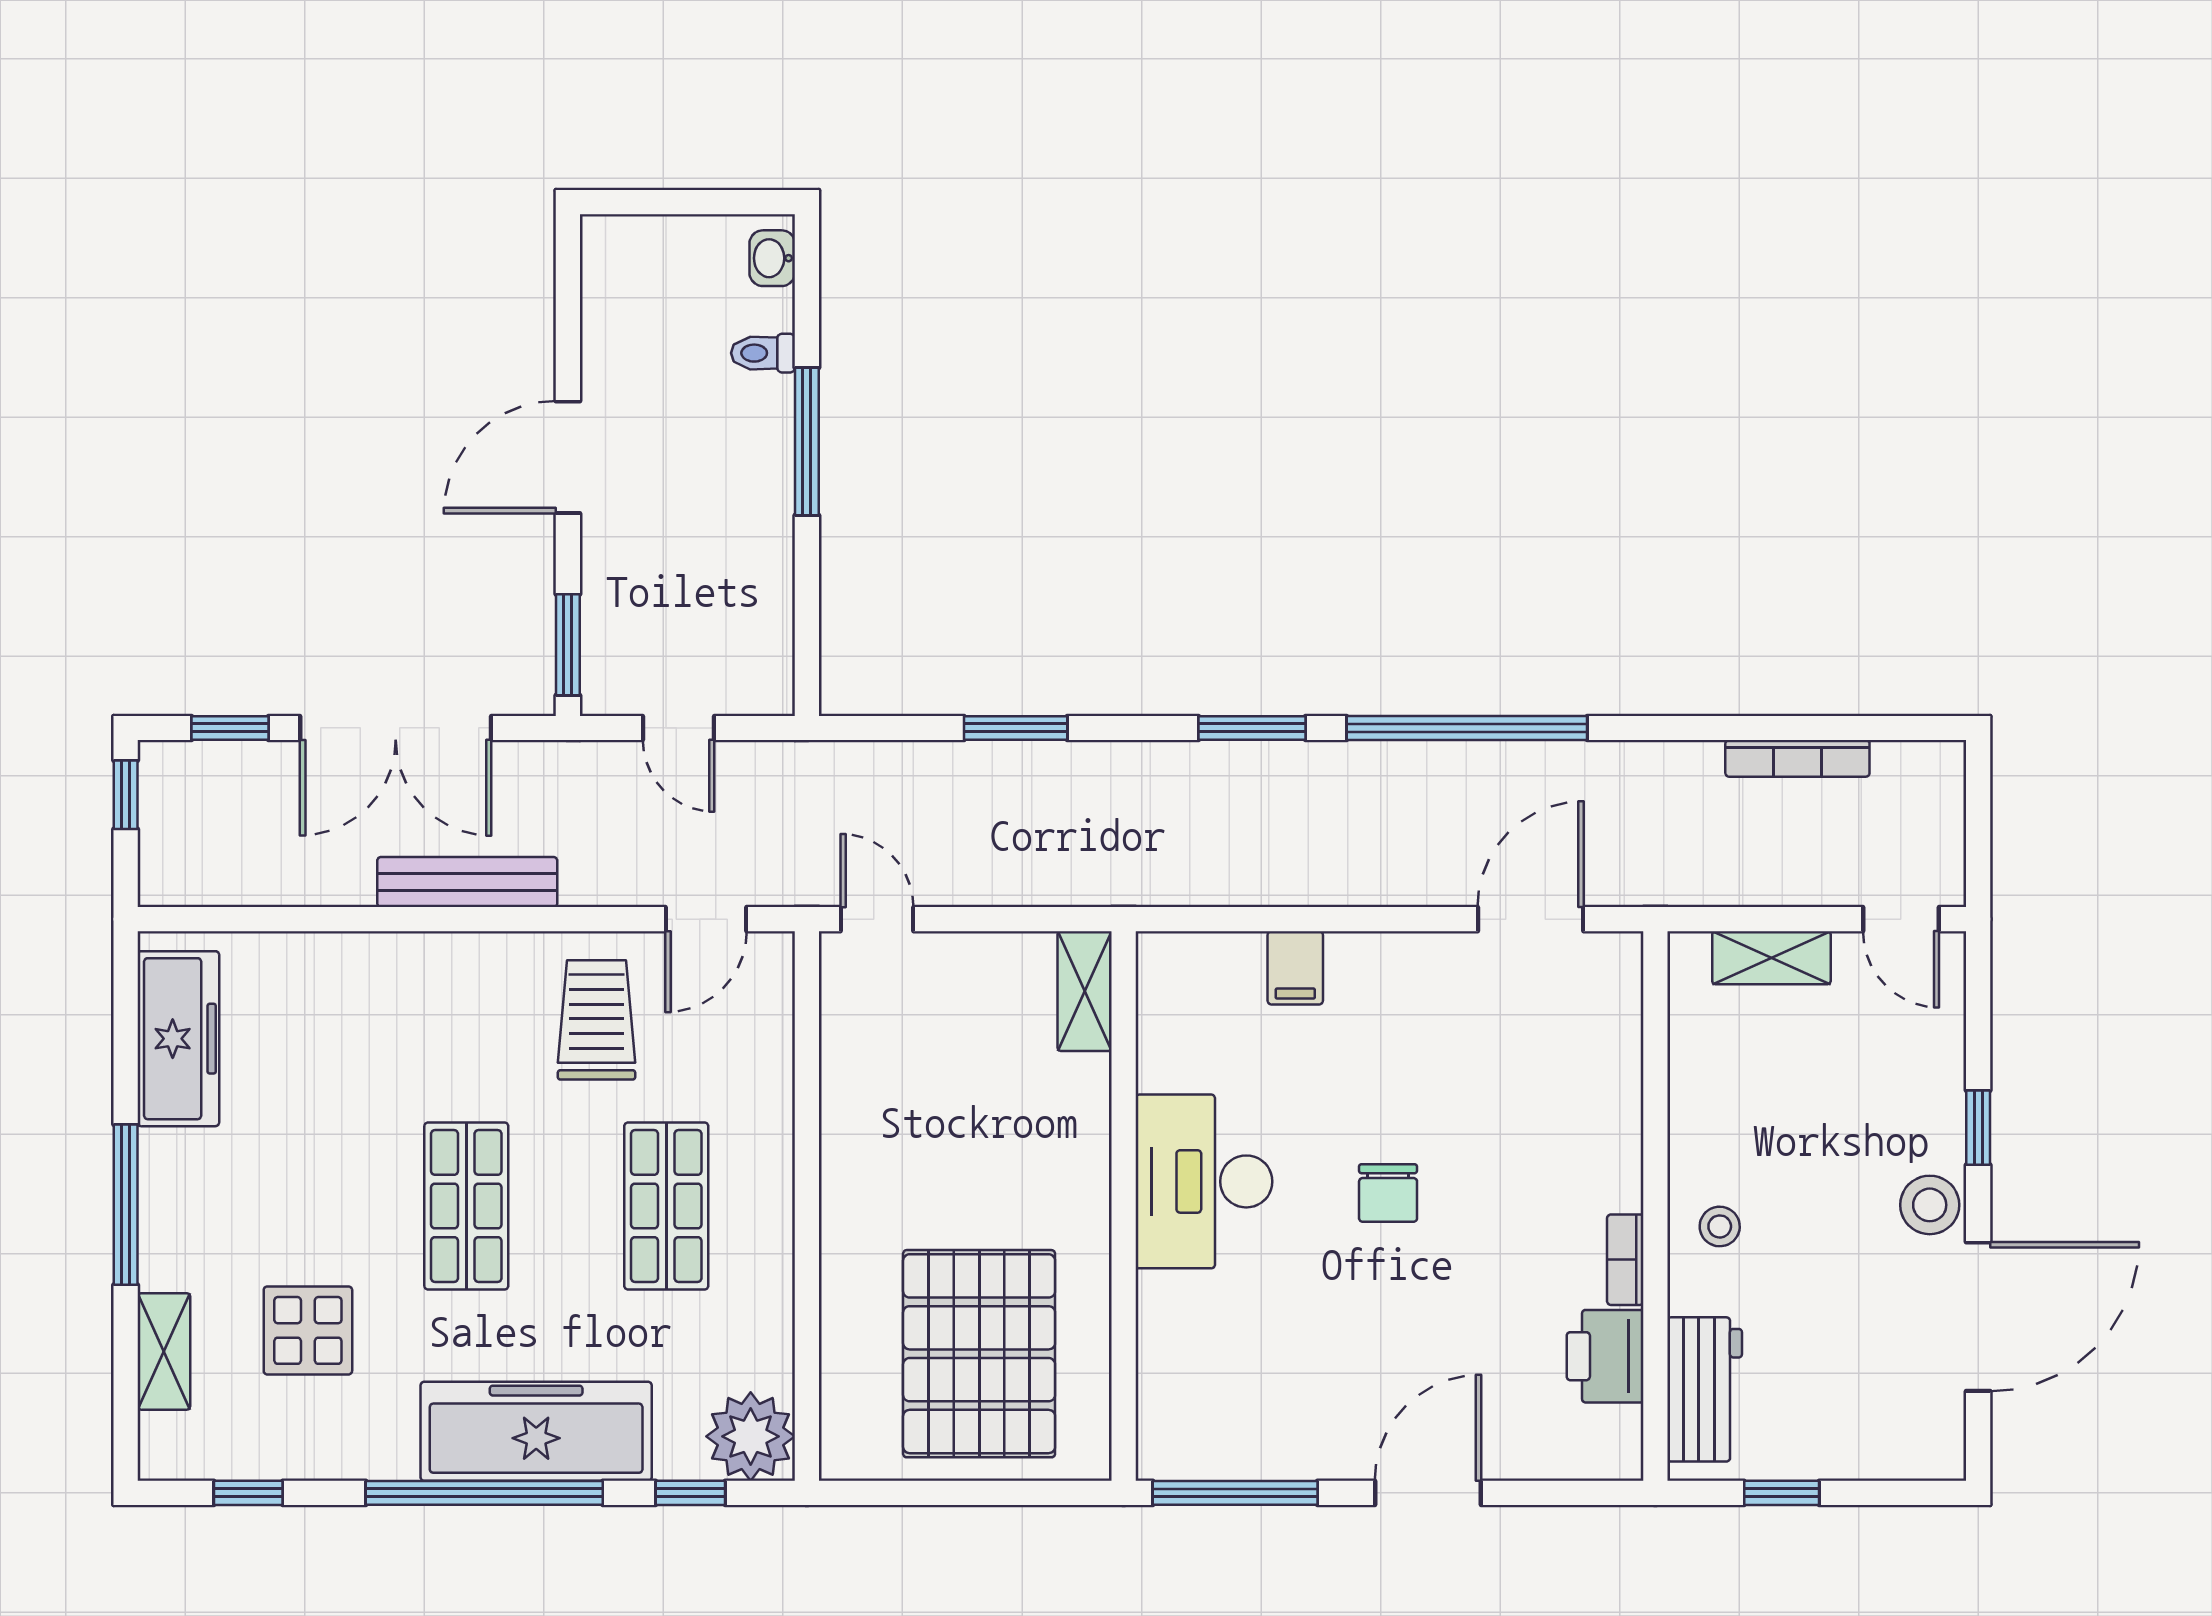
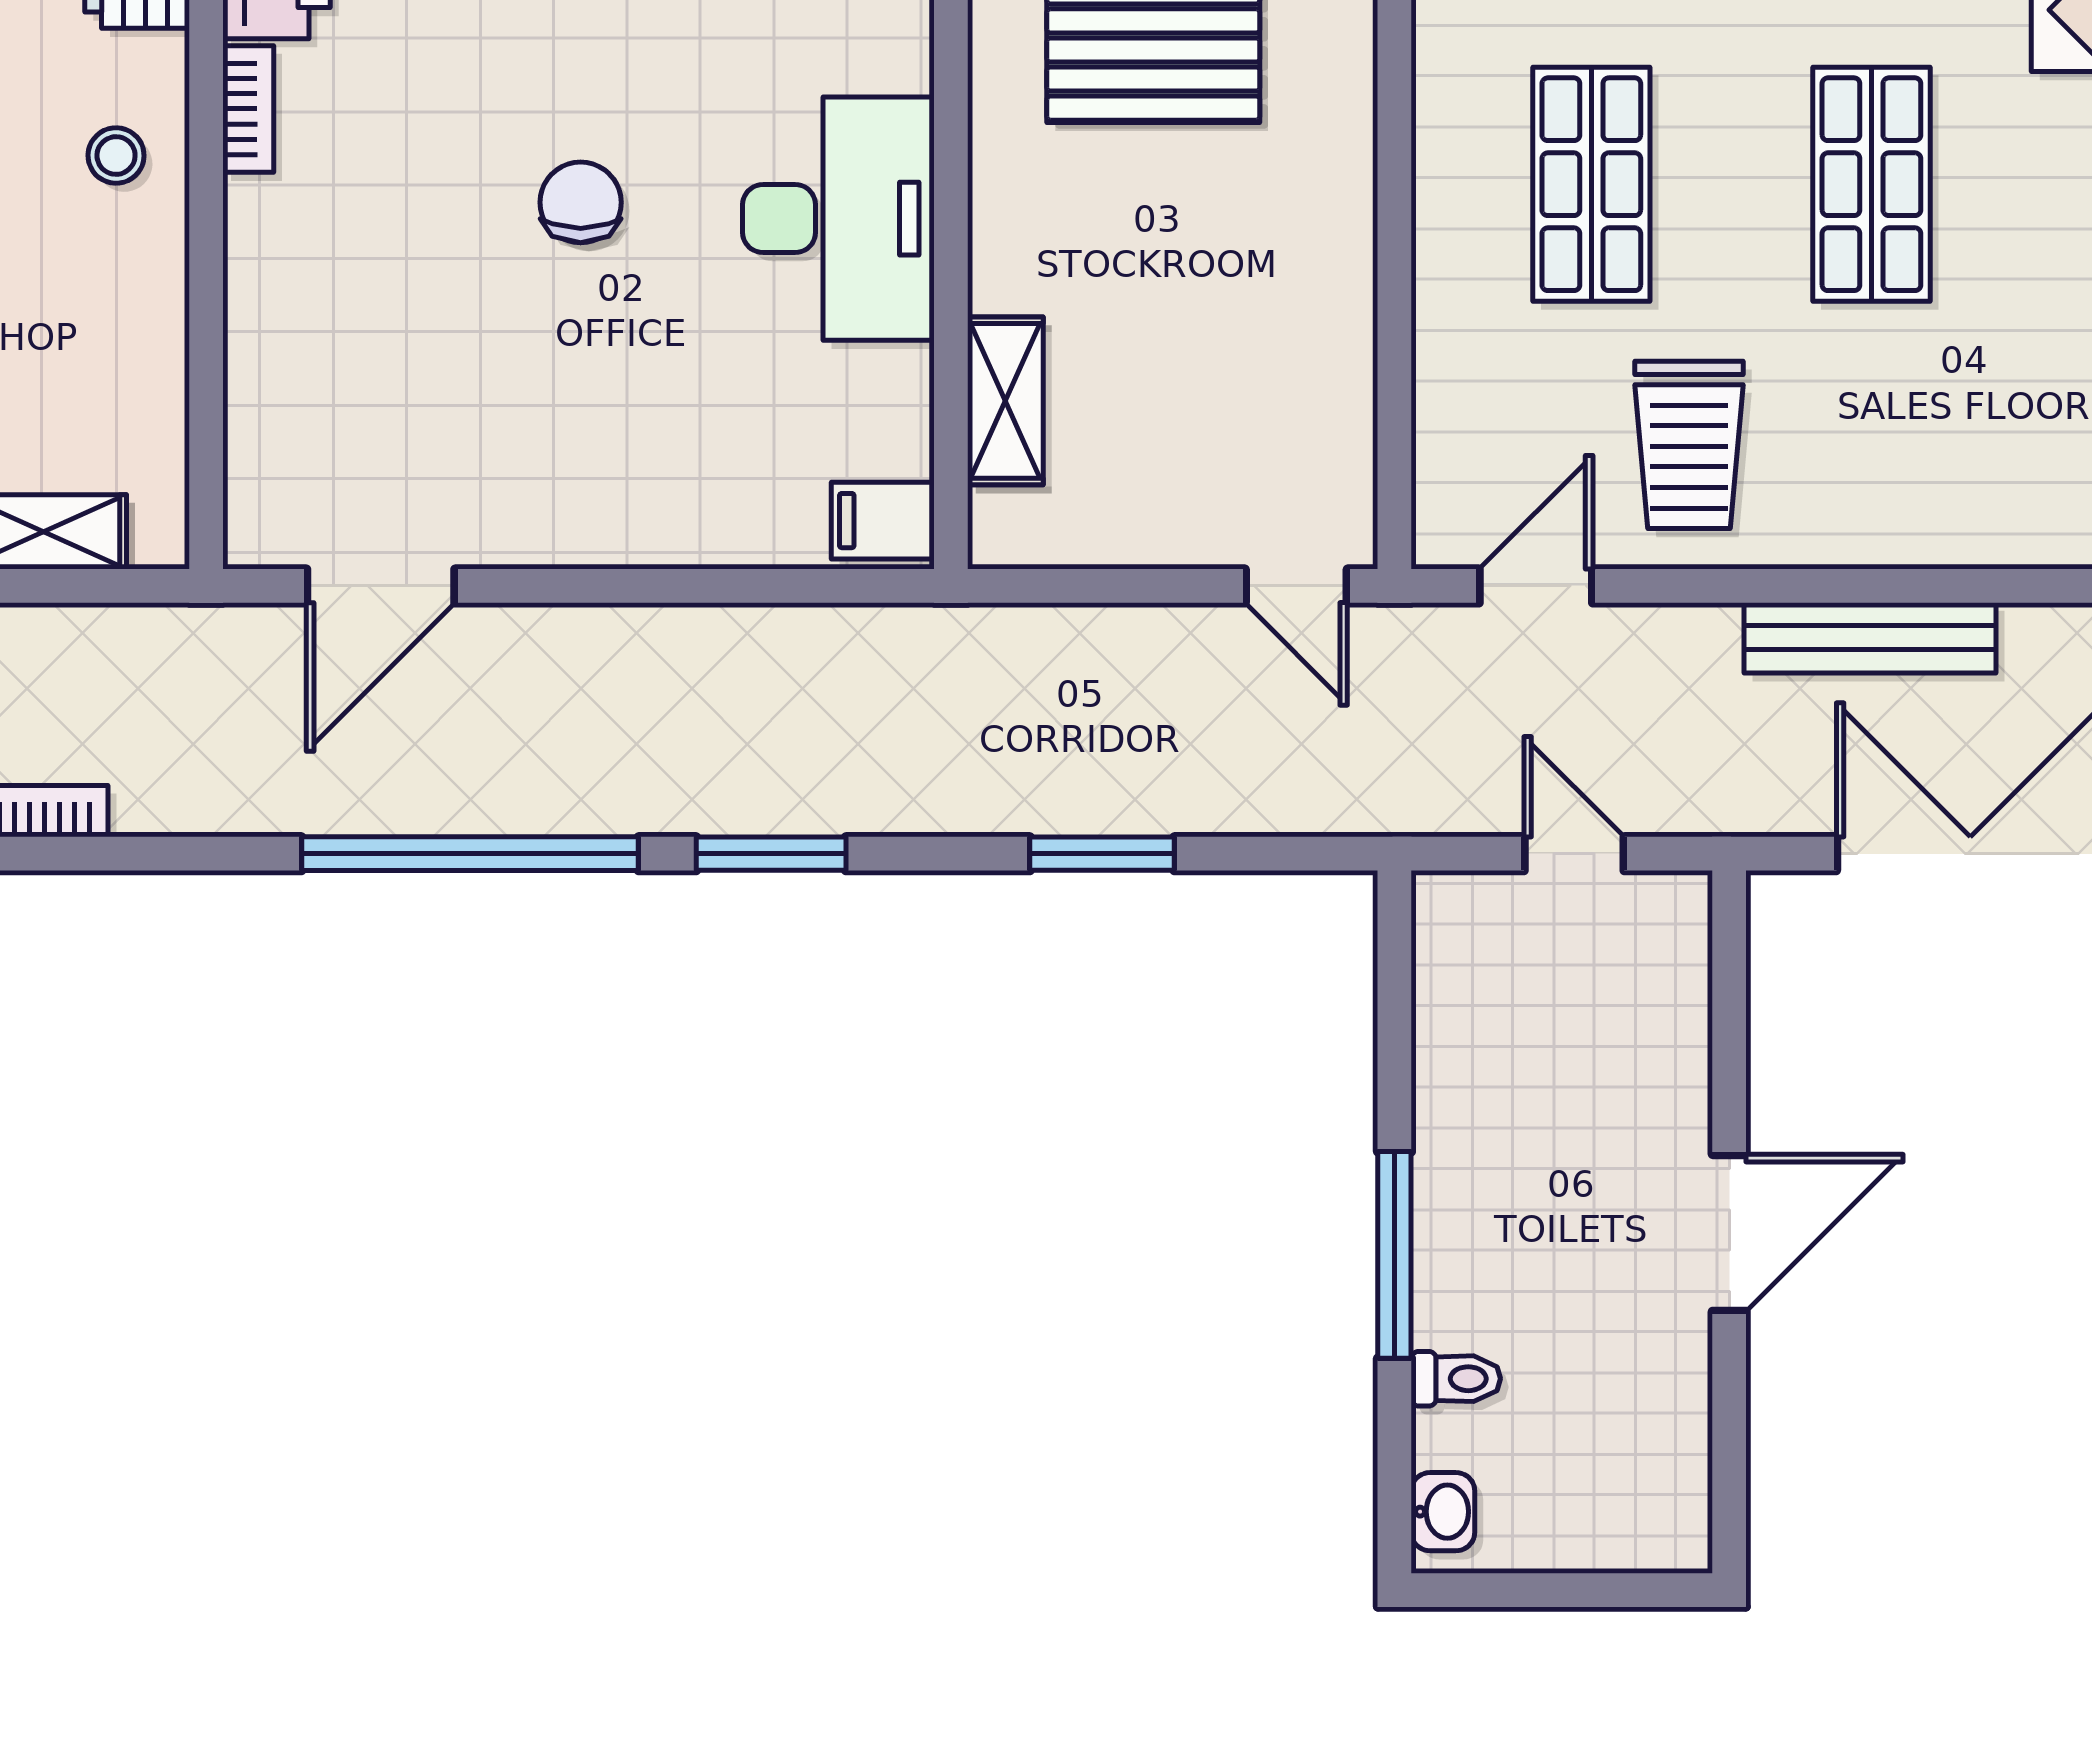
window: (568, 645) -> (1729, 970), removed
filing cabinet: (1295, 968) -> (883, 521), moved, turned -90
shelving: (1085, 991) -> (1005, 401), moved

